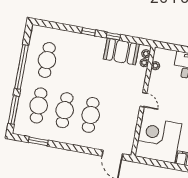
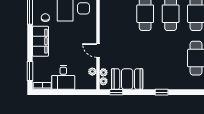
window: (113, 36) -> (116, 92), moved
door: (143, 100) -> (98, 50), moved

